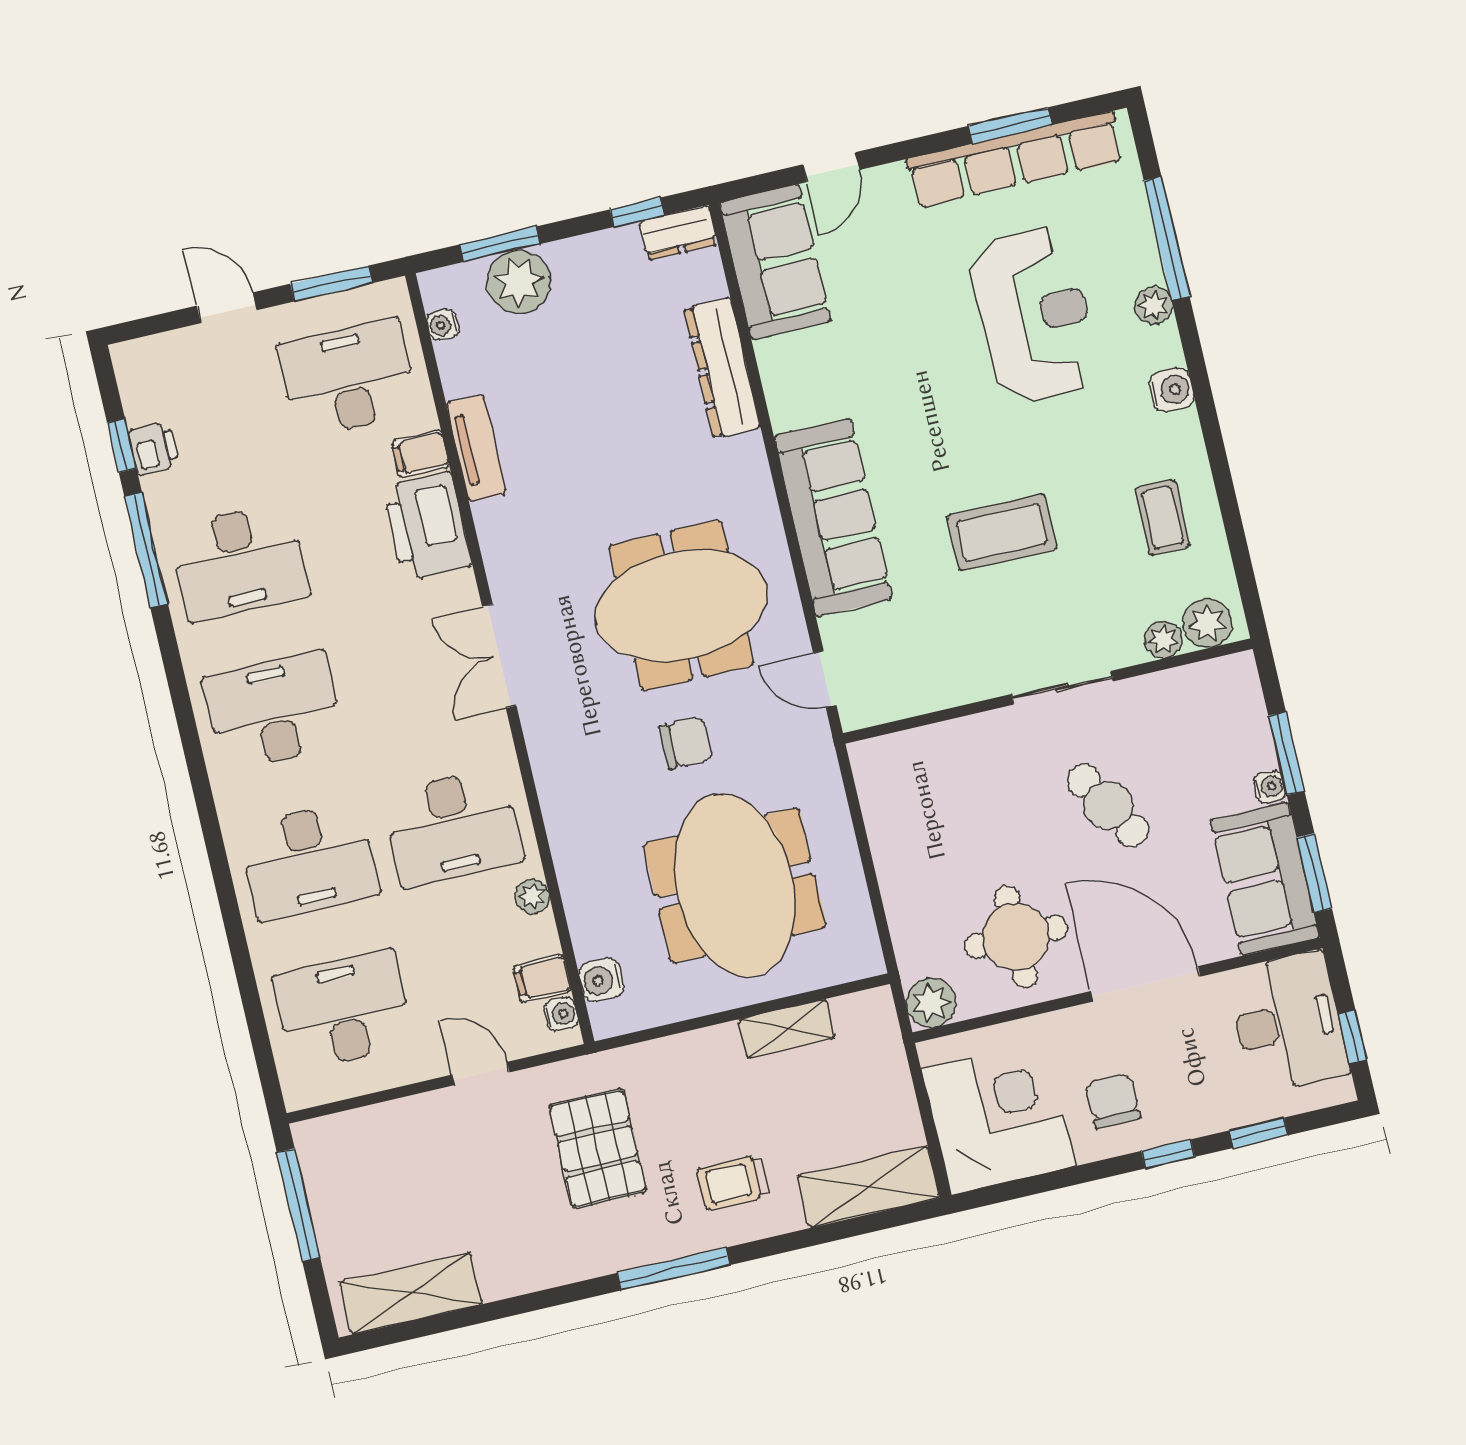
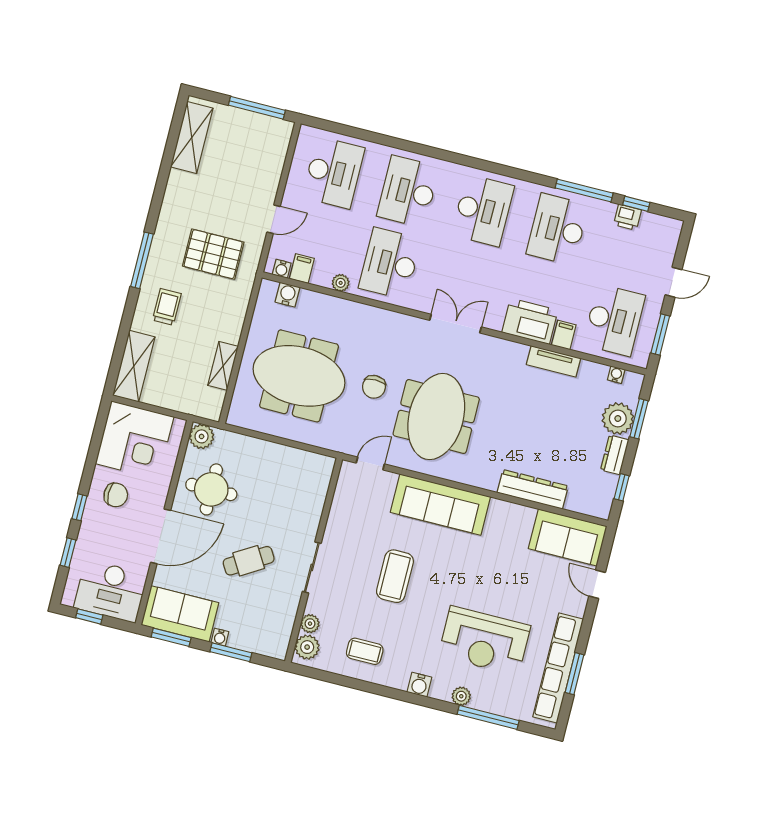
dresser: (678, 233) -> (615, 455), moved

